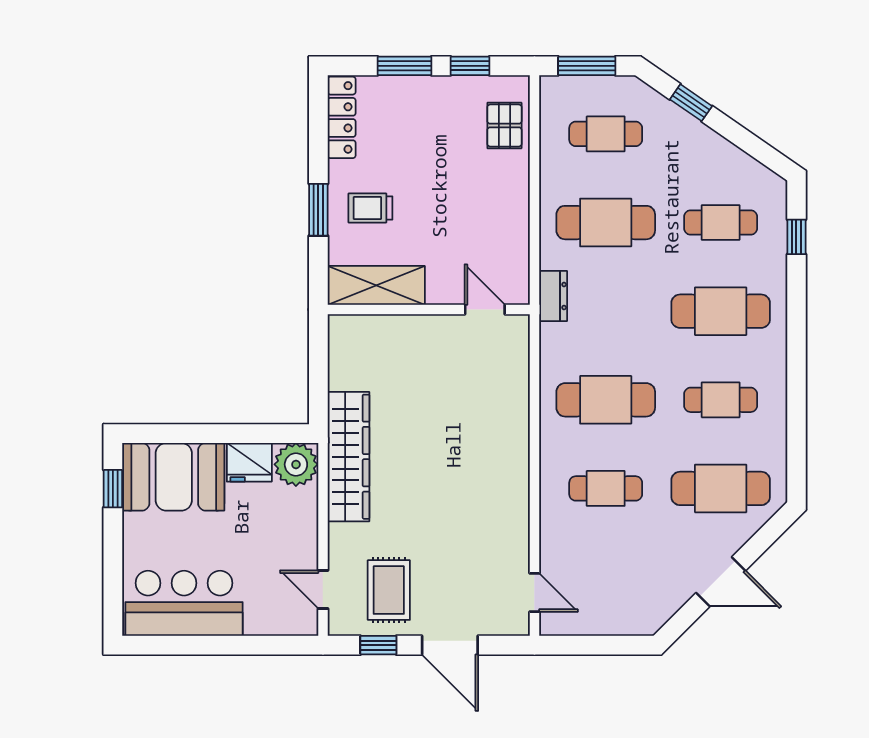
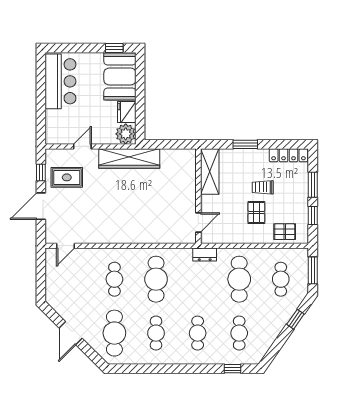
pallet: (464, 186) -> (256, 213), added
trolley: (370, 208) -> (263, 187), moved, turned -90
cafe table: (721, 311) -> (198, 333), width x0.73, depth x0.74
door: (323, 589) -> (82, 146), moved

